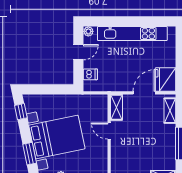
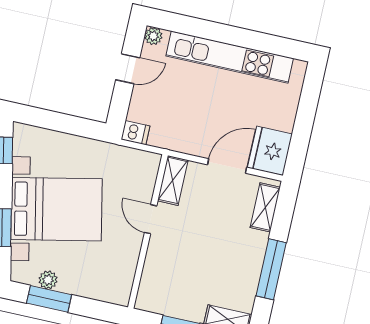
dishwasher: (90, 74) -> (135, 133), moved

